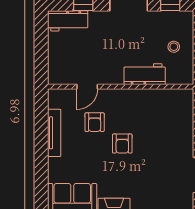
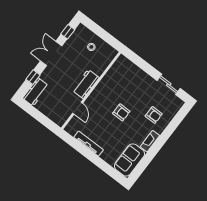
workbench: (145, 74) -> (86, 84), moved
armchair: (95, 122) -> (154, 115), moved

